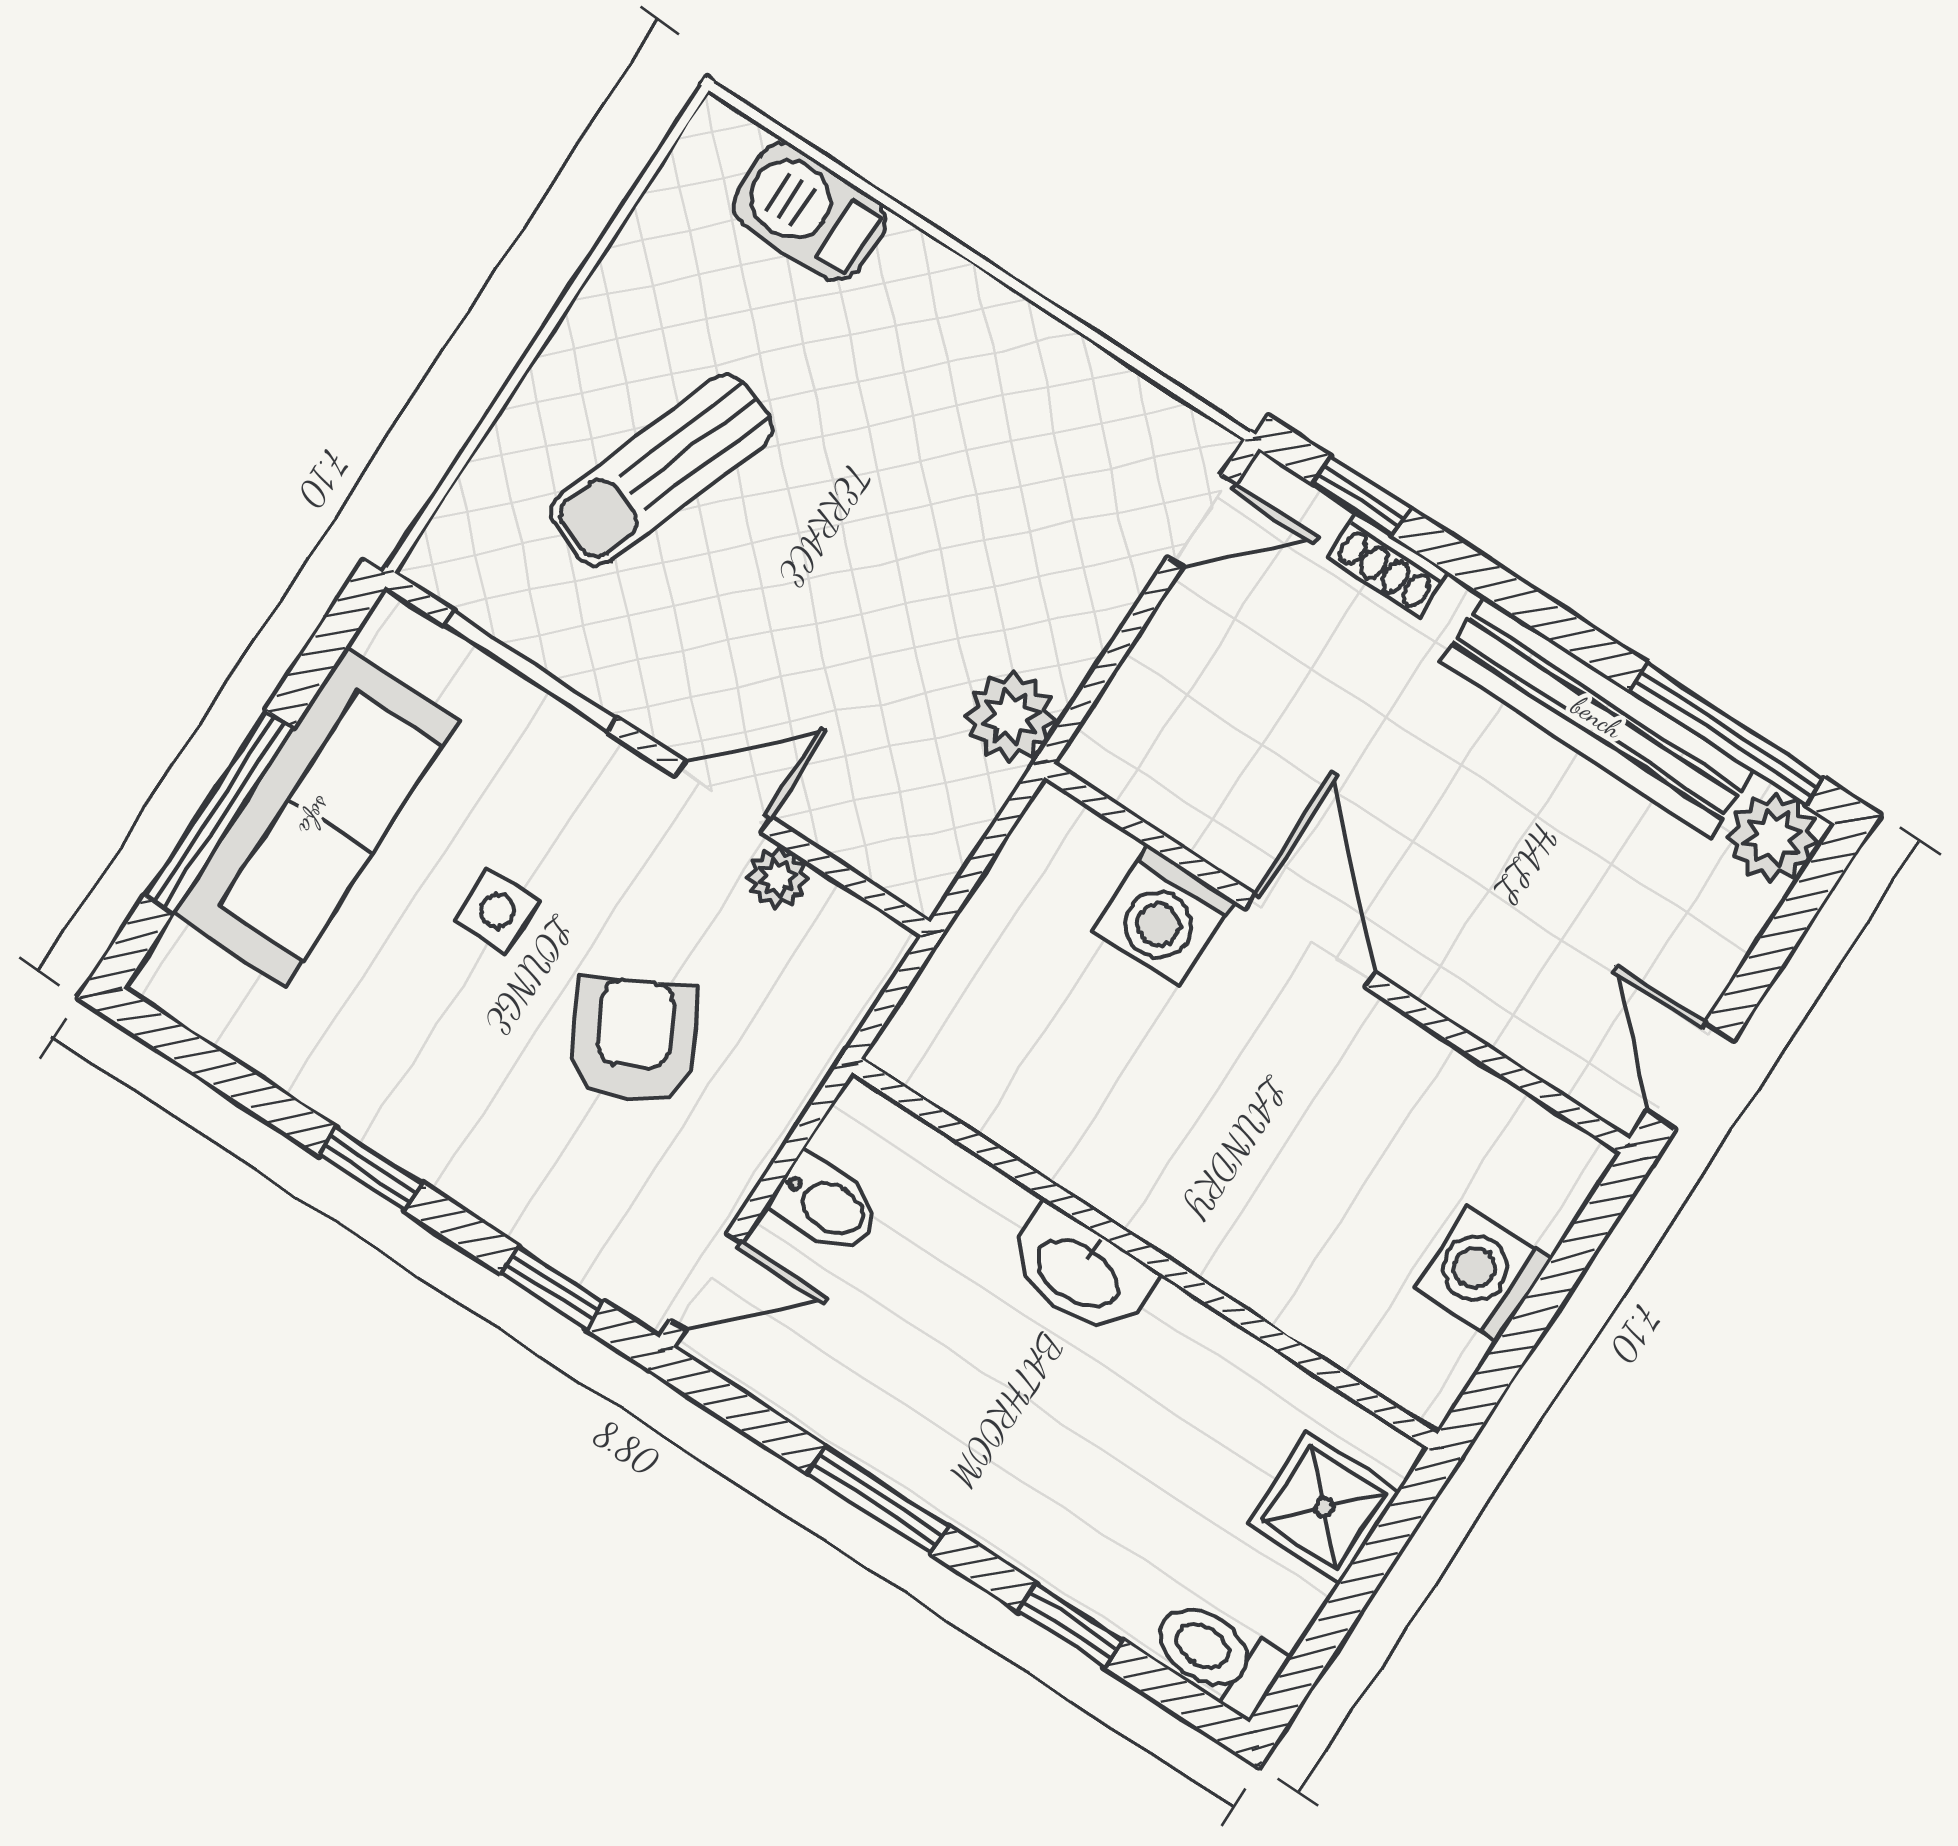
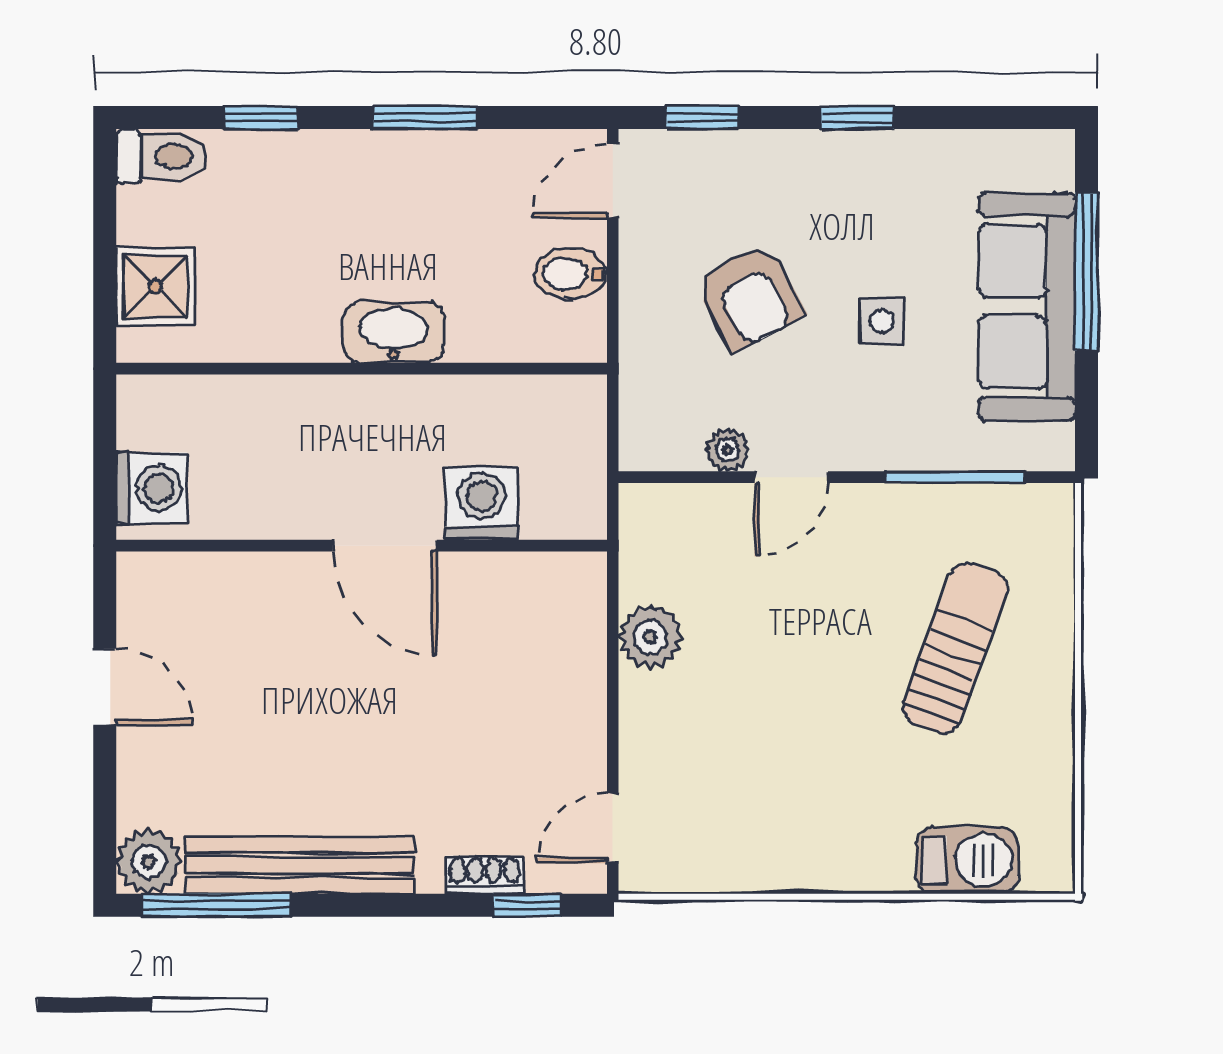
washing machine: (1164, 916) -> (482, 503), moved
door: (1310, 940) -> (385, 546), moved
wall: (1337, 958) -> (362, 546), moved

